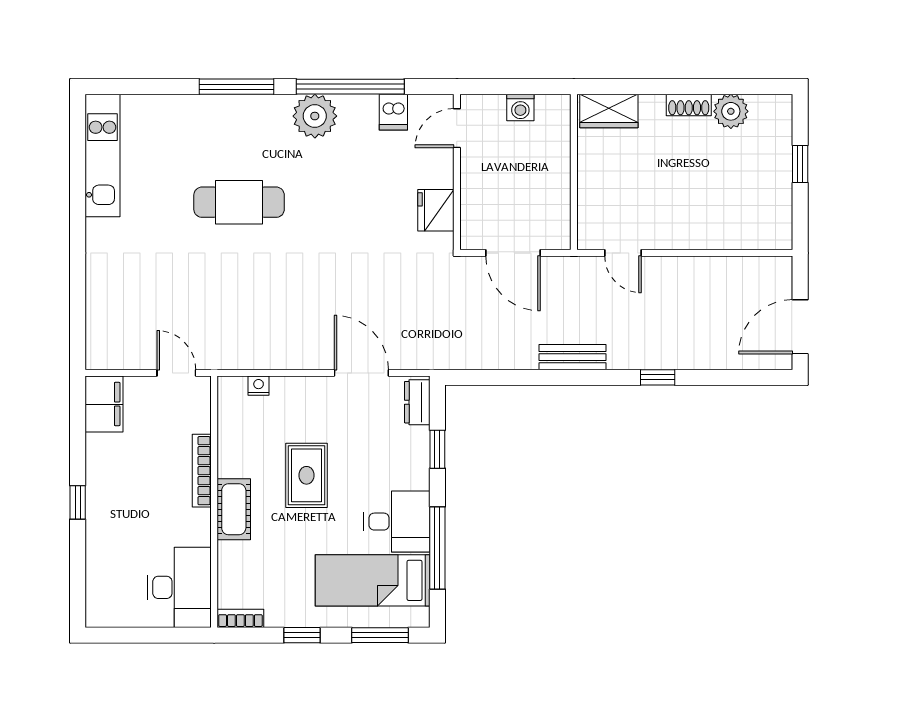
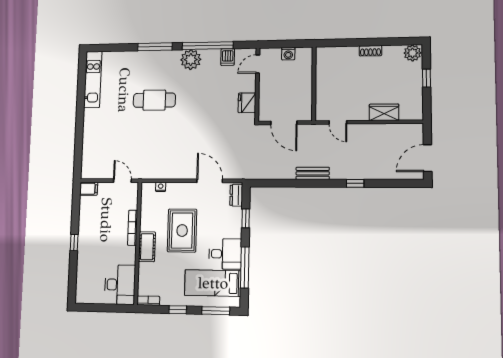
wardrobe: (609, 111) -> (384, 112), moved, turned 180
plant: (731, 111) -> (412, 53), moved
filing cabinet: (104, 404) -> (89, 189), width x0.50
rug: (307, 475) -> (182, 231), width x1.36, depth x1.43

